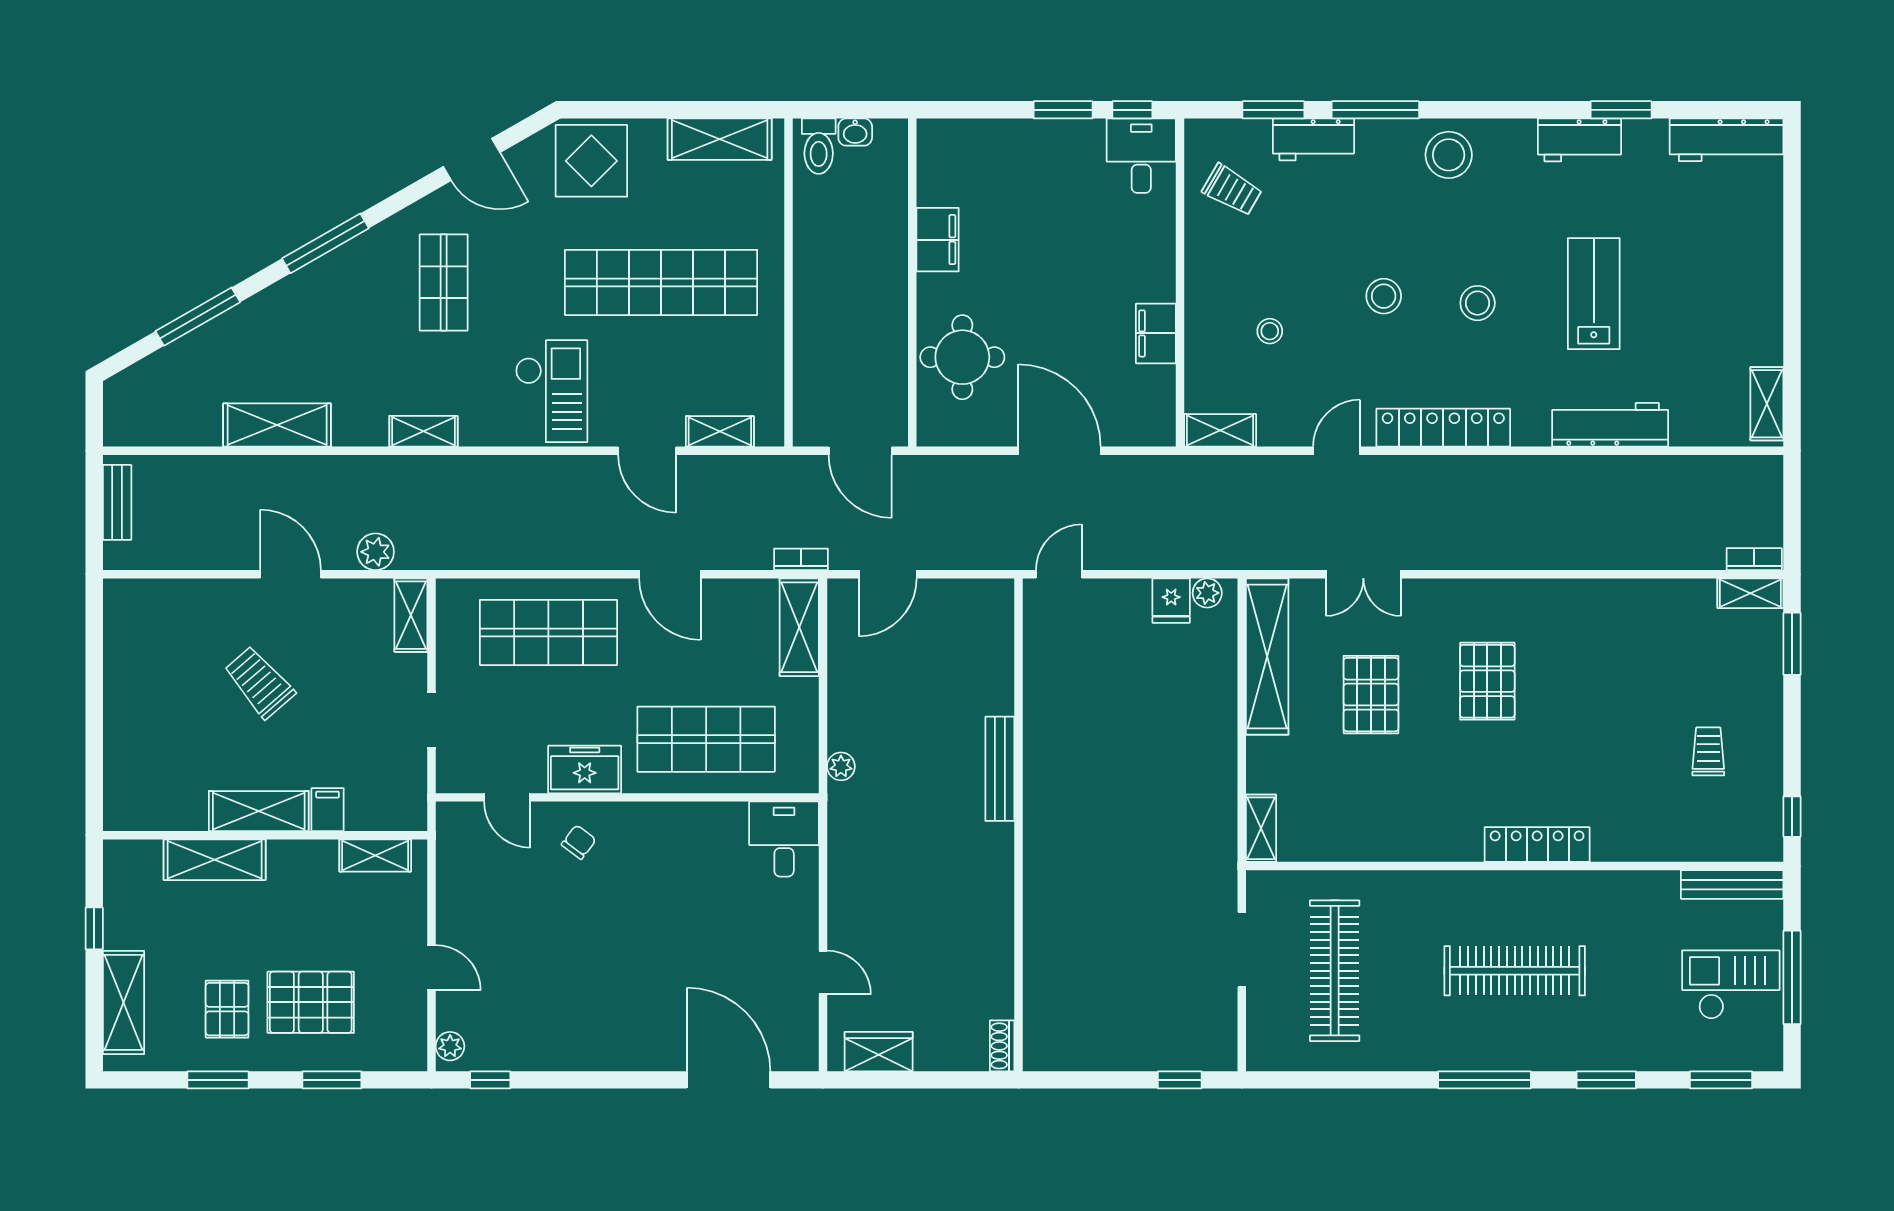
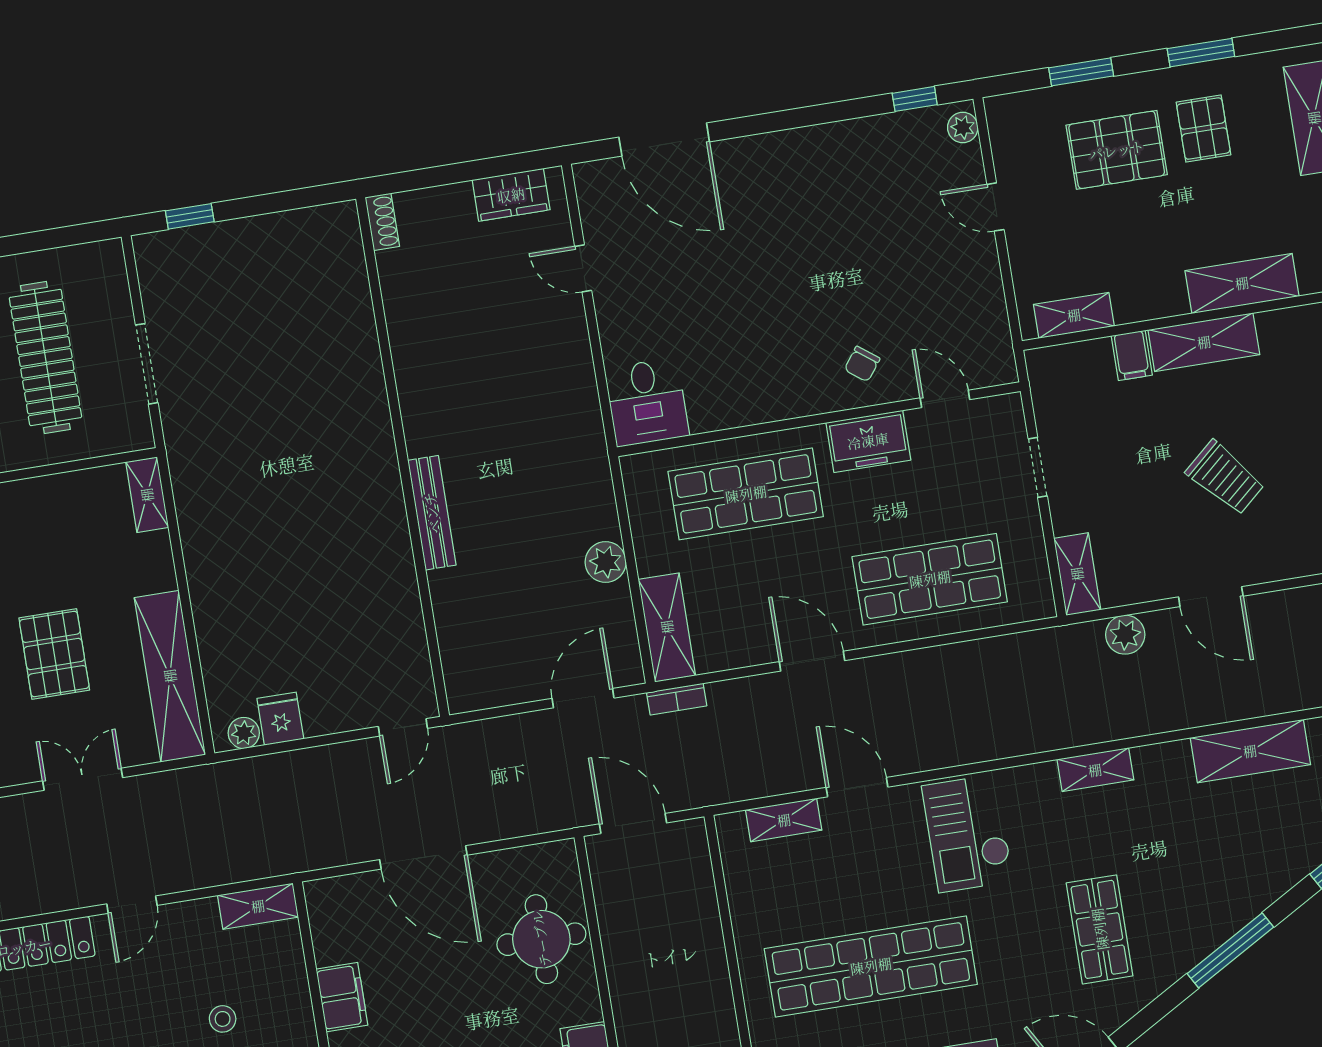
plant: (841, 766) -> (606, 562), moved, width x1.38, depth x1.38

